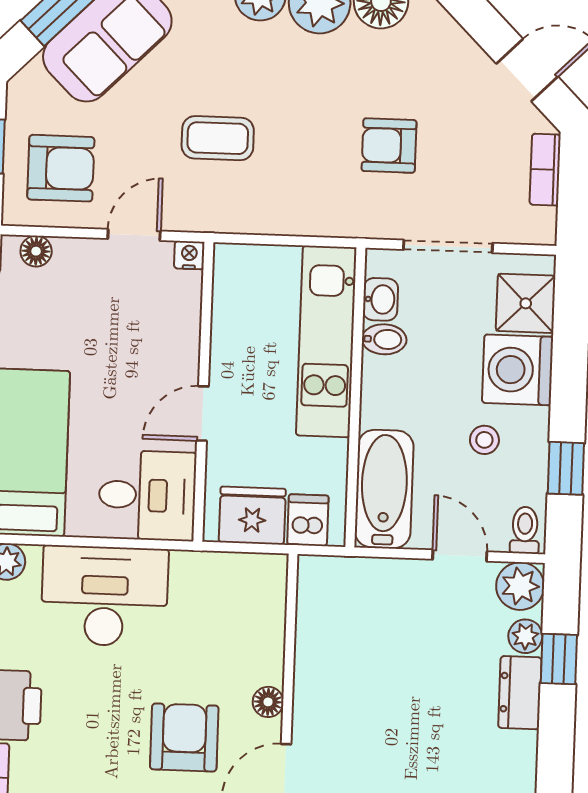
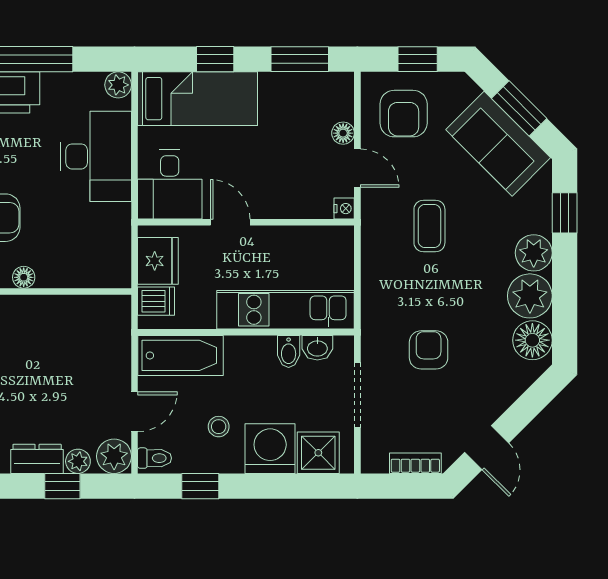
floor lamp: (36, 251) -> (343, 133), moved

